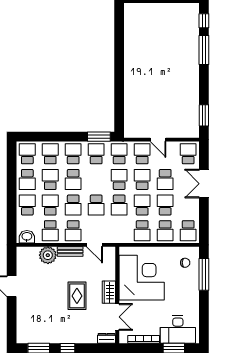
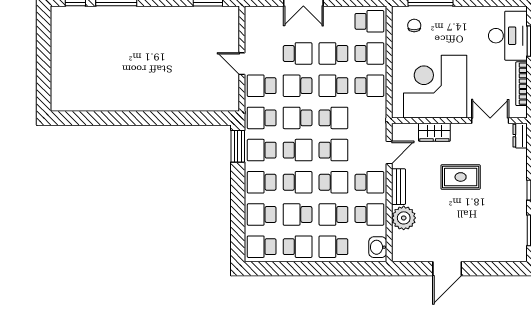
door: (158, 140) -> (242, 64), swing flipped
school desk: (188, 154) -> (298, 150), moved, turned 180
wardrobe: (109, 292) -> (434, 132), moved

